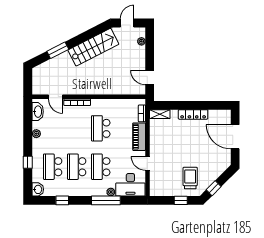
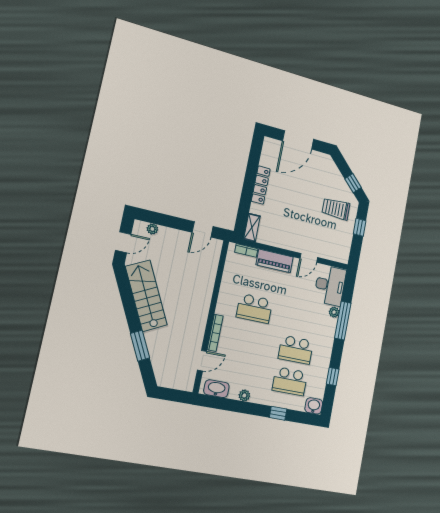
door: (127, 23) -> (123, 242), swing flipped
school desk: (101, 167) -> (302, 319), removed

